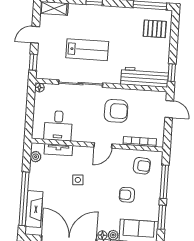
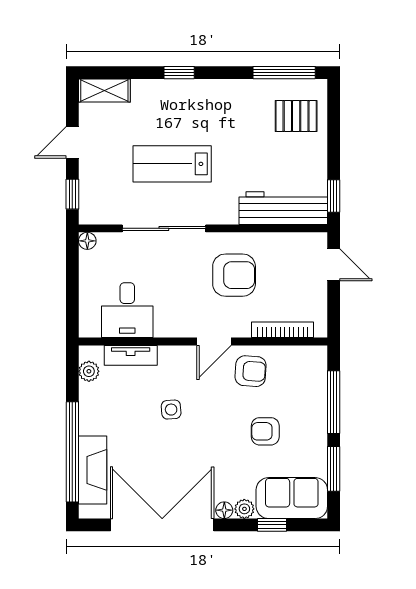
lab bench: (87, 50) -> (172, 164), turned 180
armchair: (142, 166) -> (251, 371), moved

